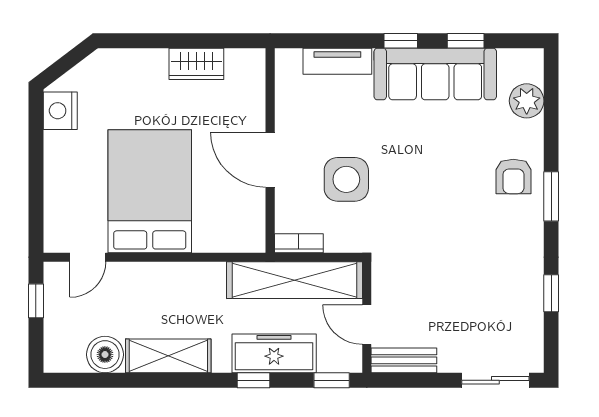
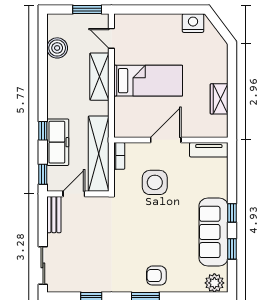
tv unit: (337, 61) -> (209, 150), moved, turned -90
plant: (527, 101) -> (214, 283), moved
bed: (150, 191) -> (148, 81), width x0.67
window: (36, 301) -> (87, 10), width x1.50
shelving: (168, 356) -> (99, 77), moved

